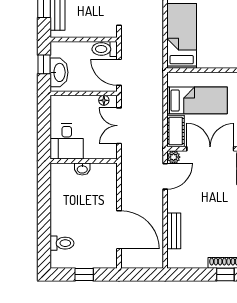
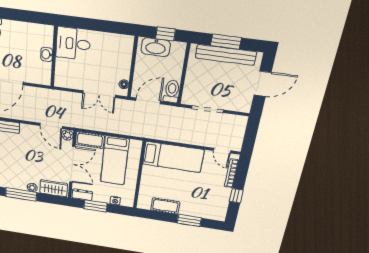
double door: (119, 126) -> (99, 94), swing flipped
desk: (67, 141) -> (73, 44), moved
wall: (84, 161) -> (54, 57), moved
washbasin: (82, 169) -> (47, 54), moved

